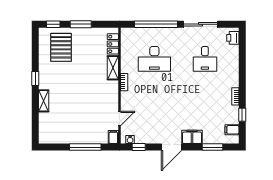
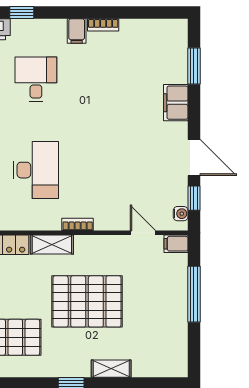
desk: (205, 59) -> (36, 79), turned -90
pallet: (81, 87) -> (87, 301), added
window: (242, 115) -> (22, 13), moved
filing cabinet: (232, 130) -> (77, 31), moved
door: (172, 147) -> (194, 157), moved

